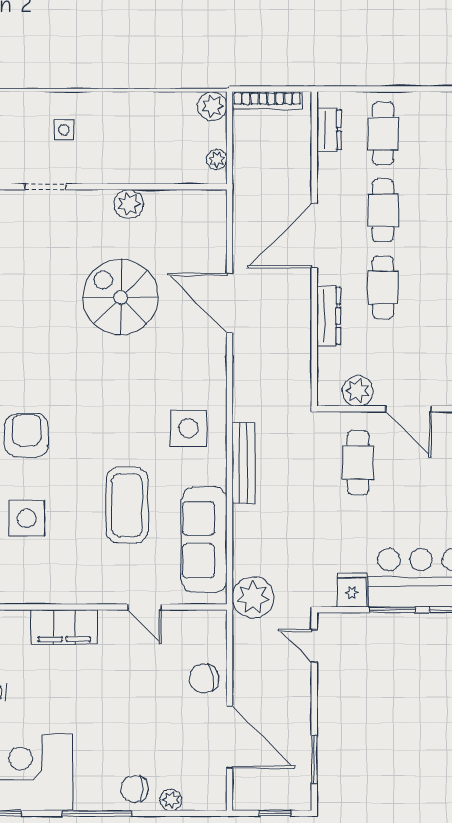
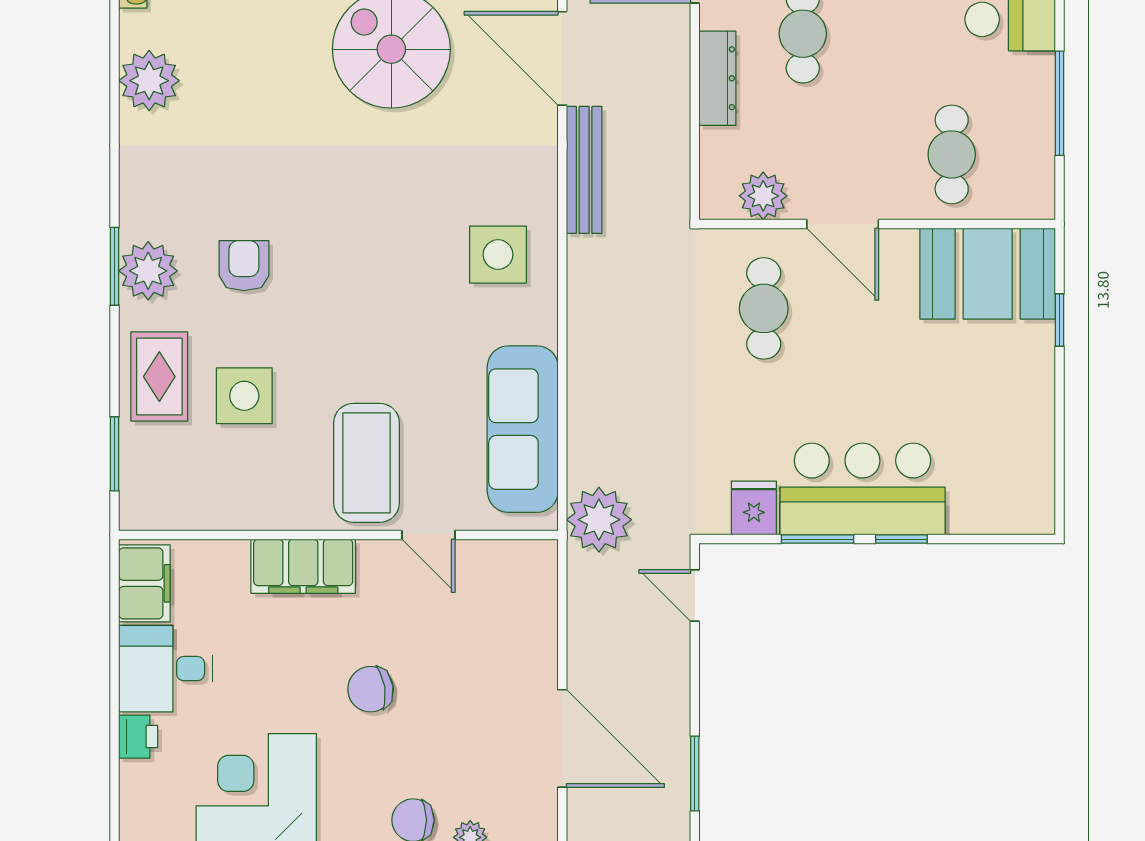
armchair: (27, 435) -> (244, 266), width x0.72, depth x0.72
bench: (244, 463) -> (584, 170), moved
coffee table: (127, 505) -> (367, 463), moved
chair: (204, 678) -> (371, 689), moved

